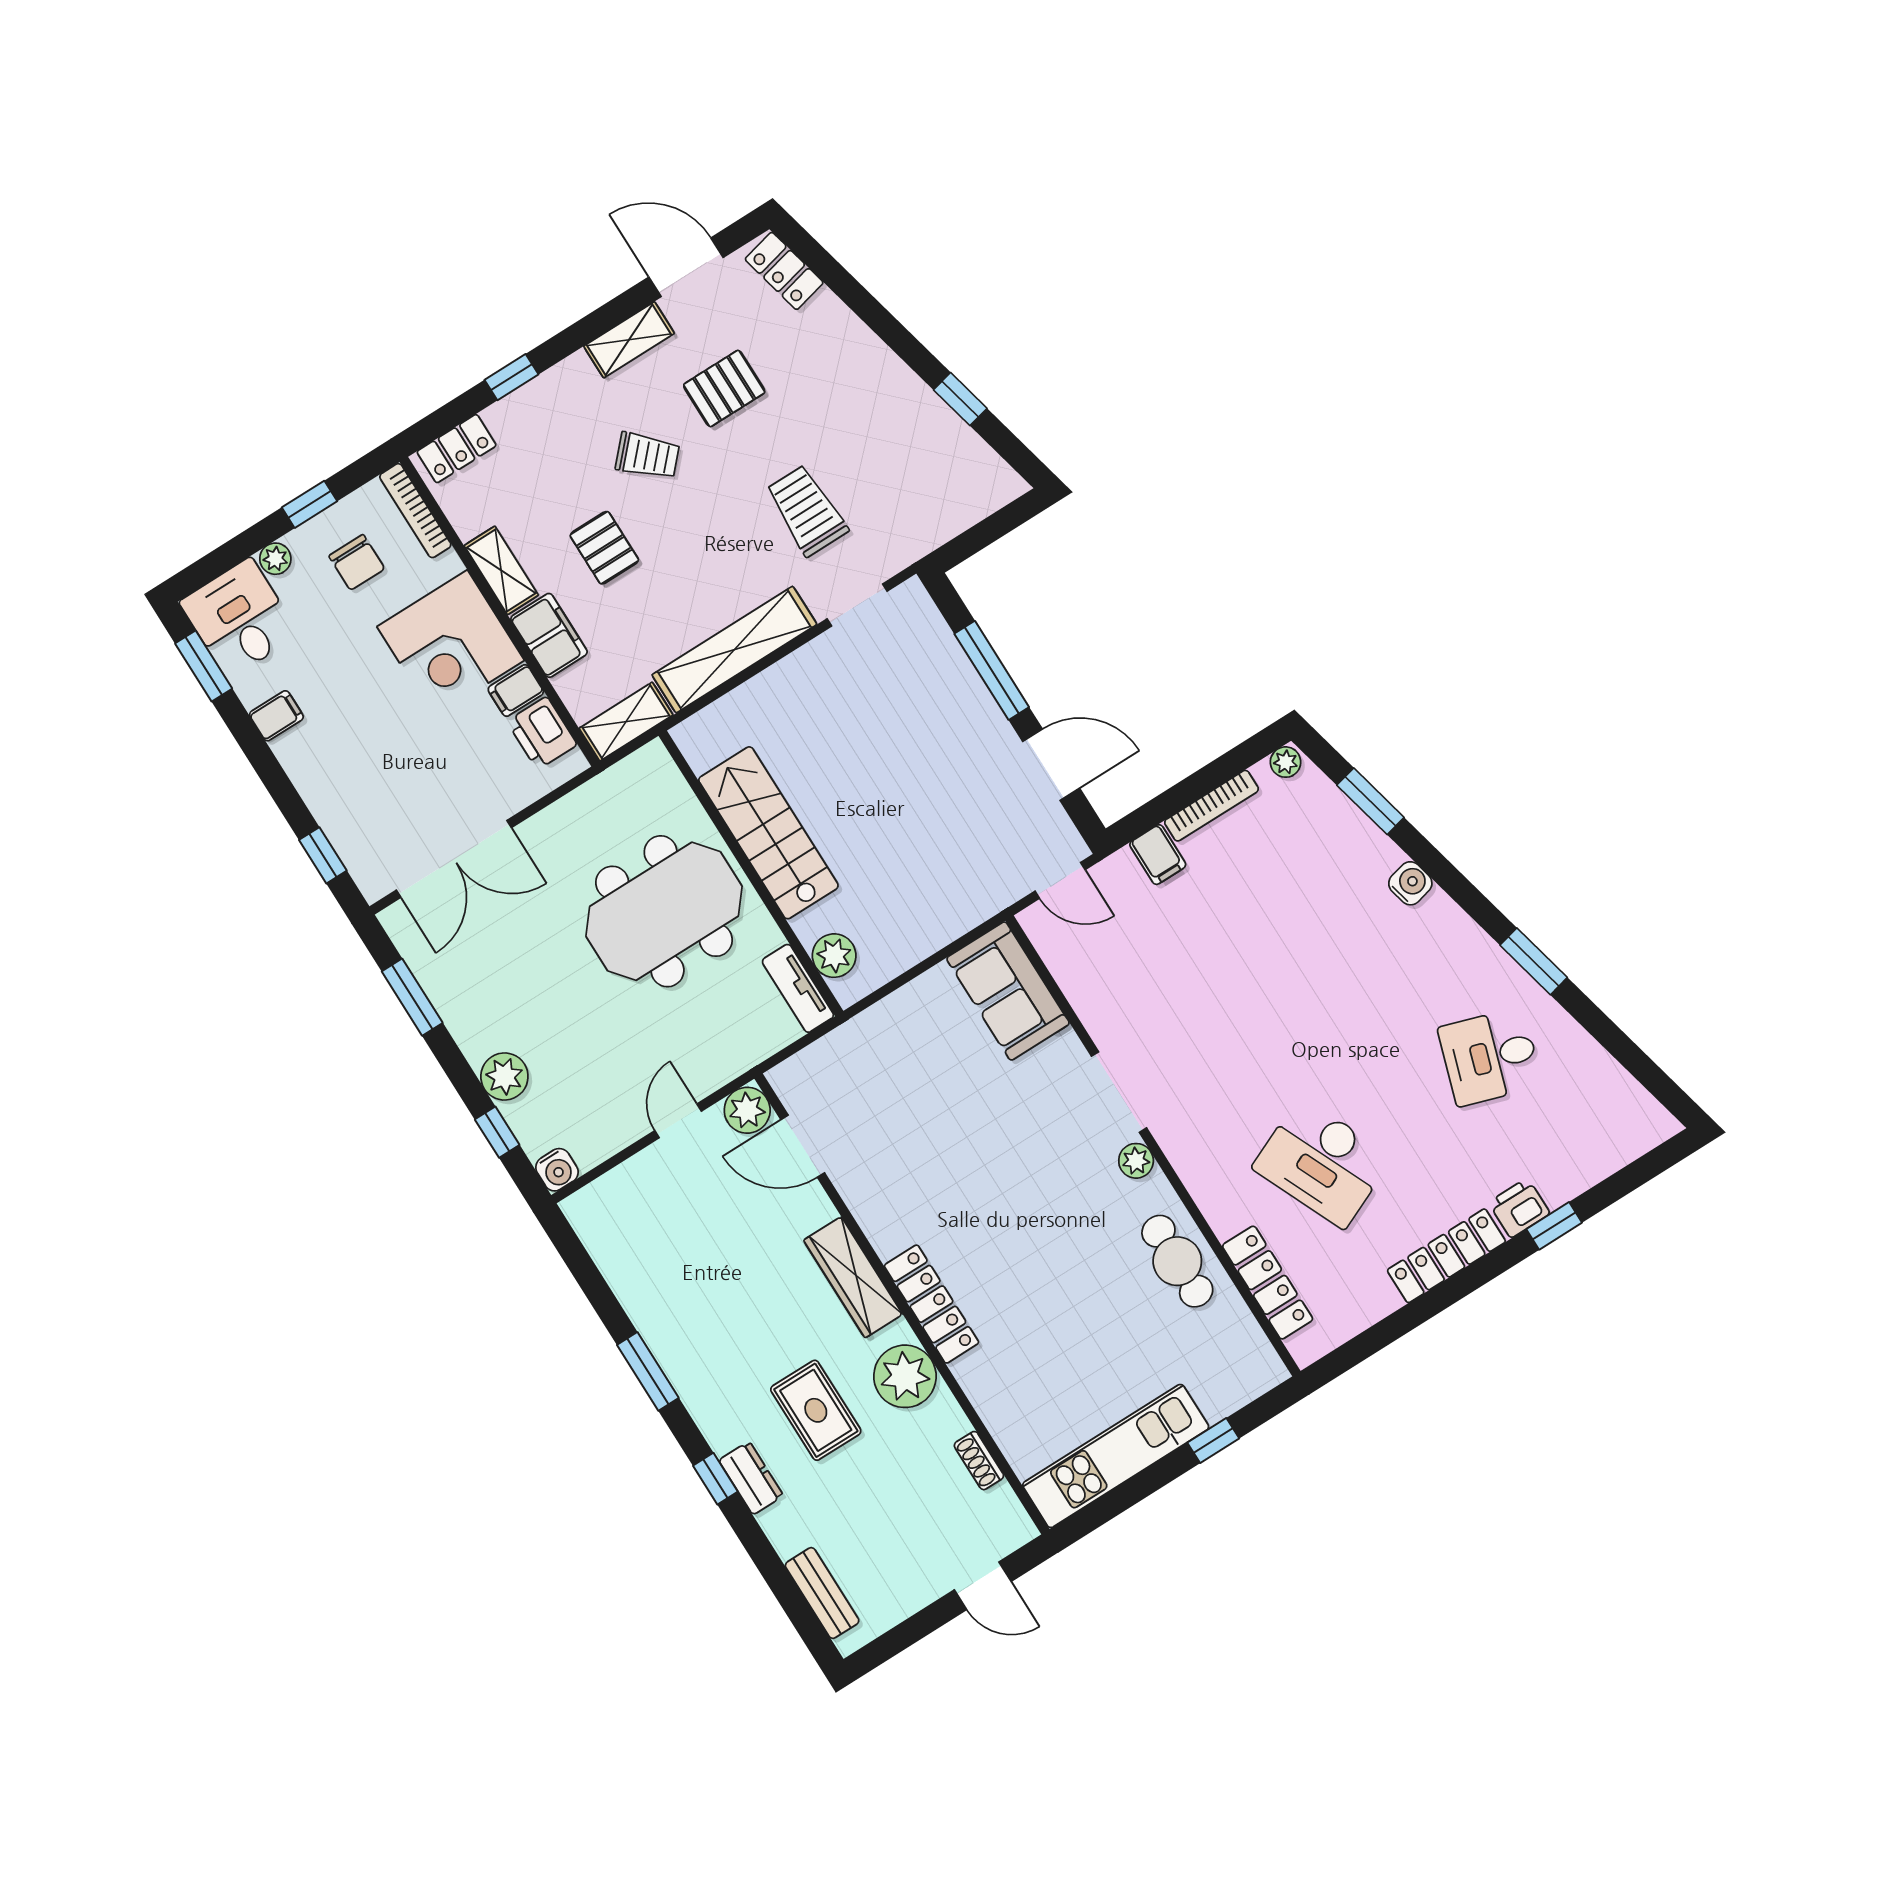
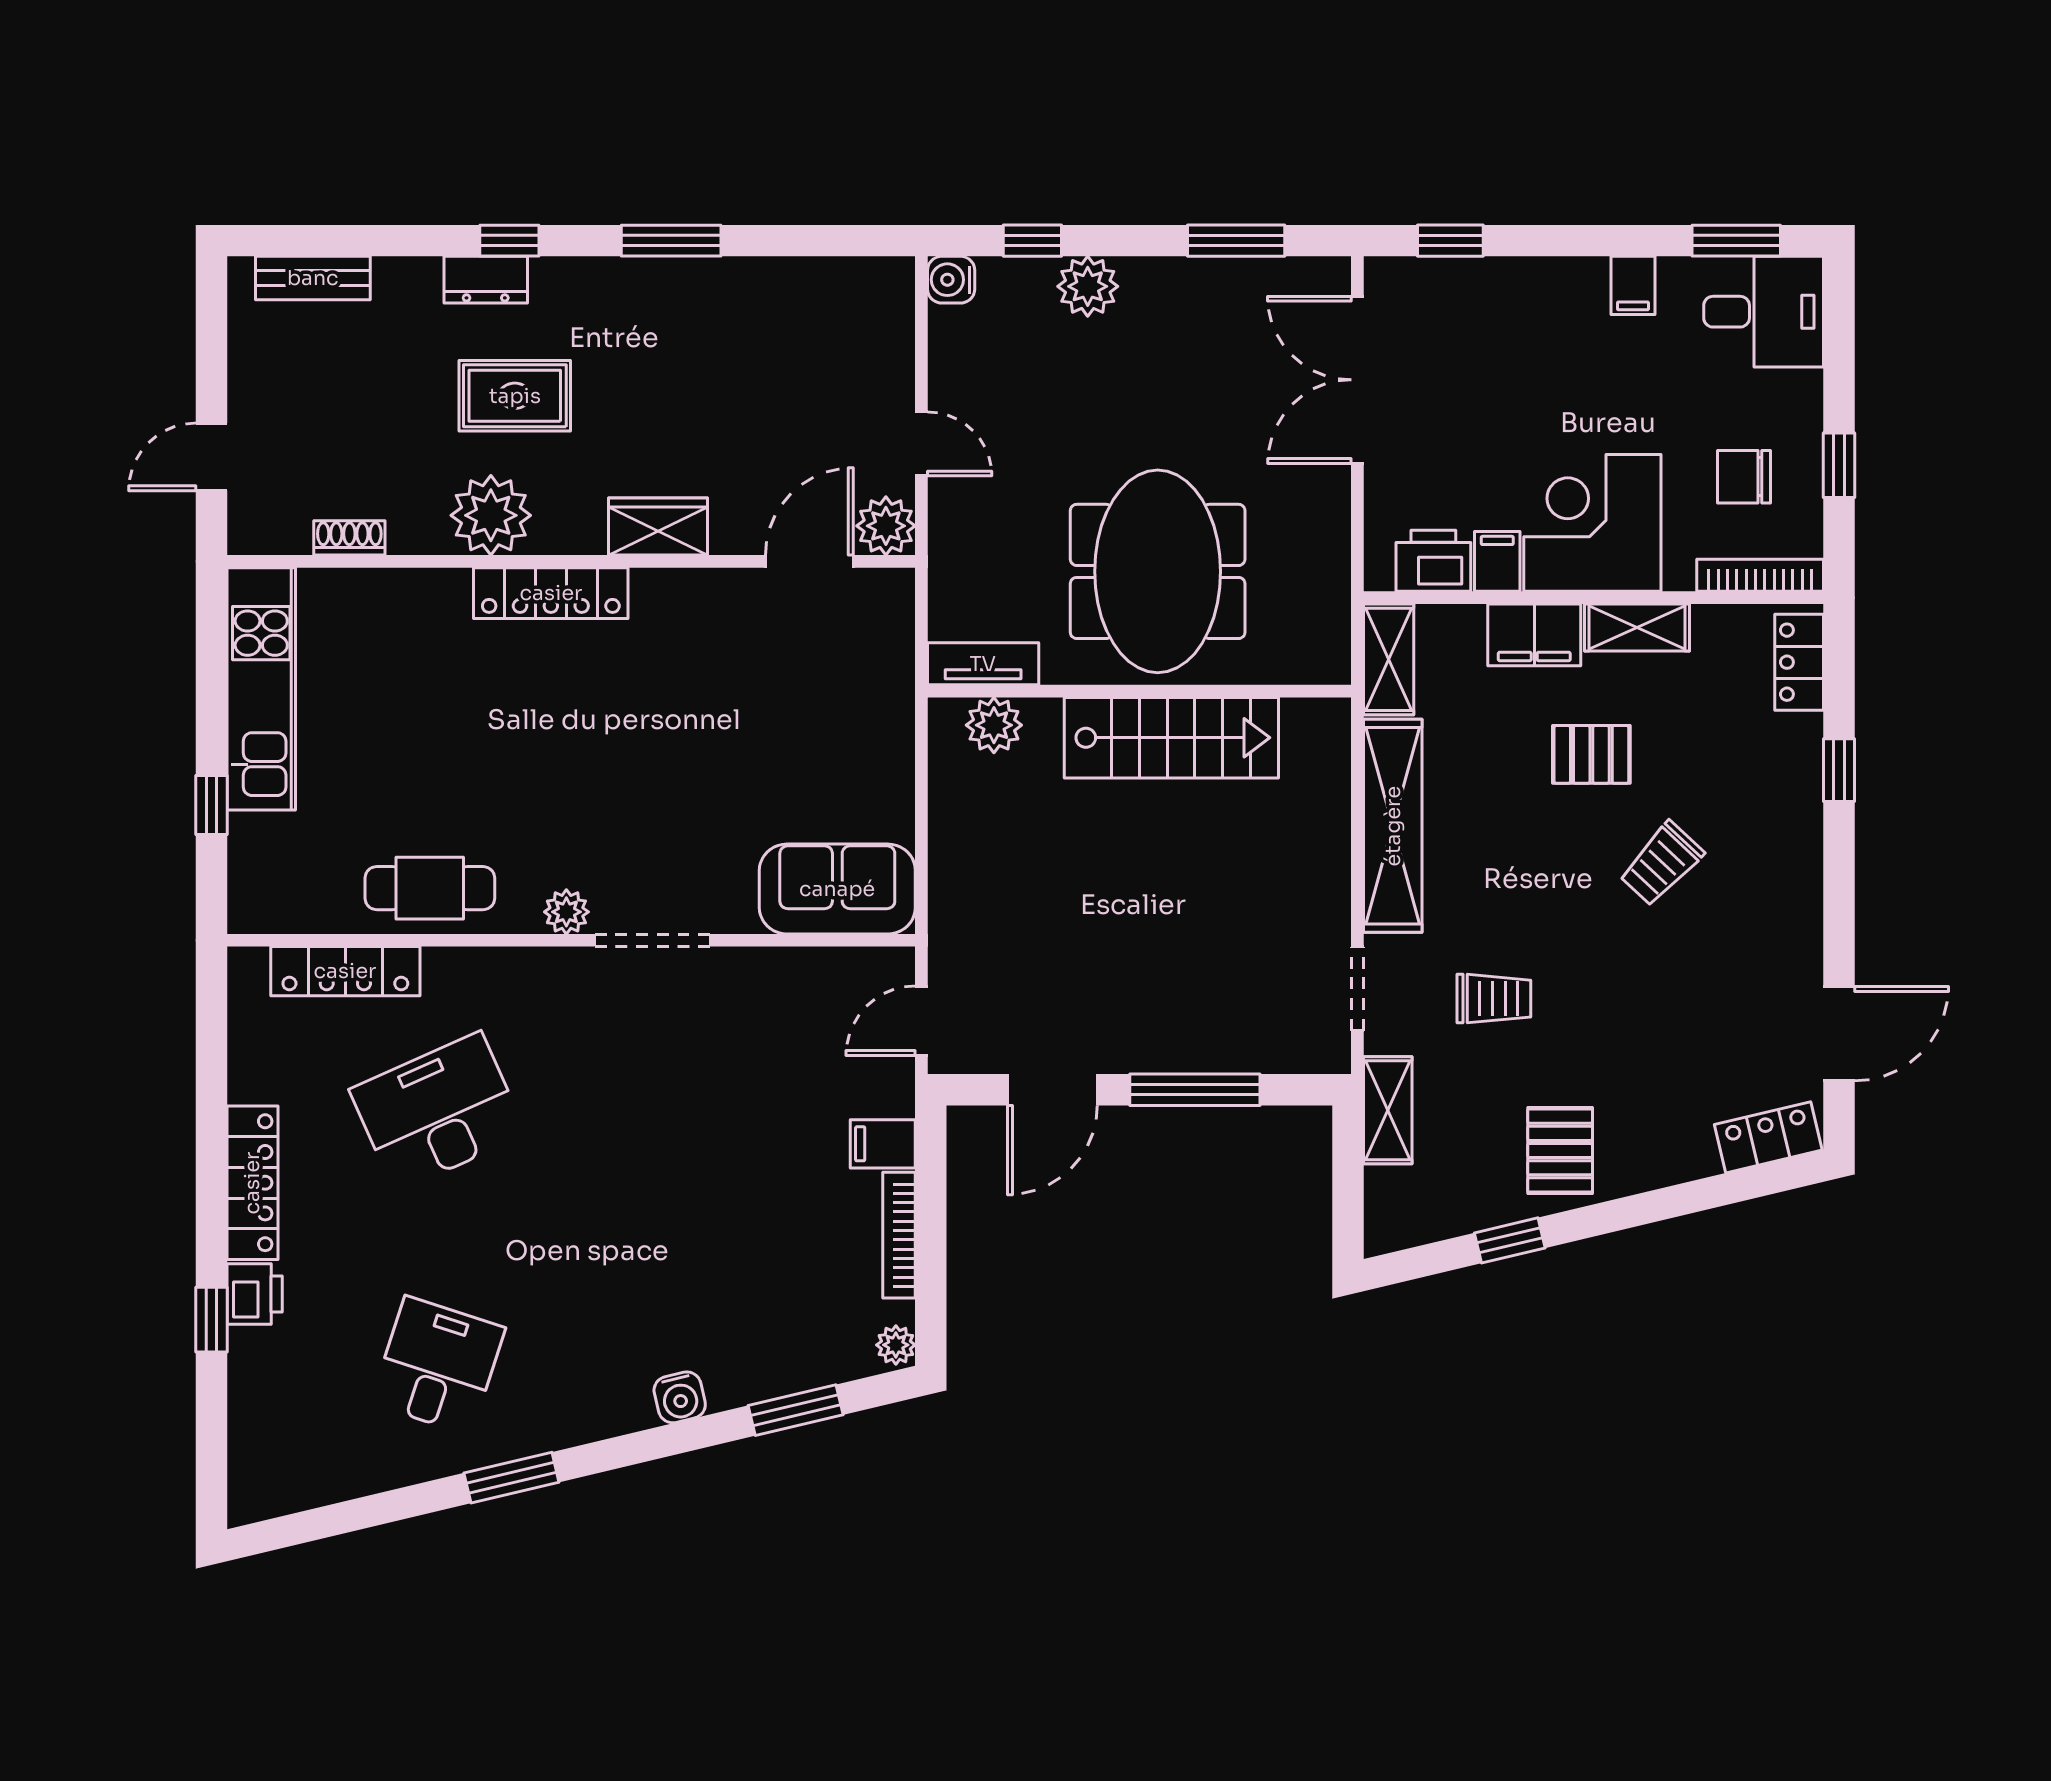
shelving: (629, 340) -> (1388, 1110), moved
pallet: (724, 388) -> (1560, 1151), moved
trolley: (807, 511) -> (1494, 999), width x0.73, depth x0.72
plant: (275, 559) -> (1803, 391), removed
wardrobe: (853, 1277) -> (658, 527), width x0.67

